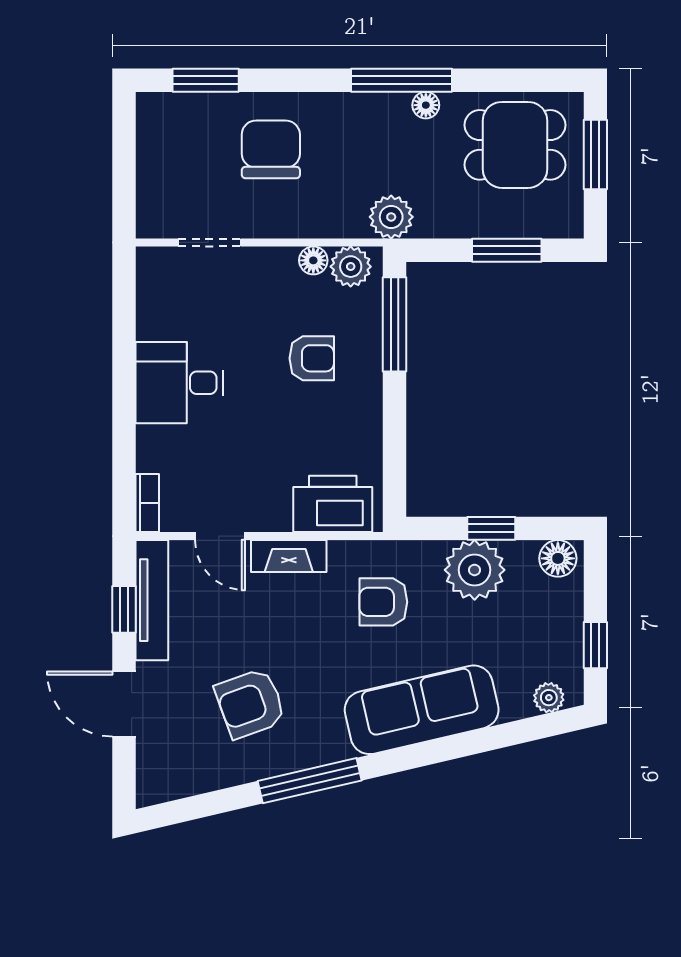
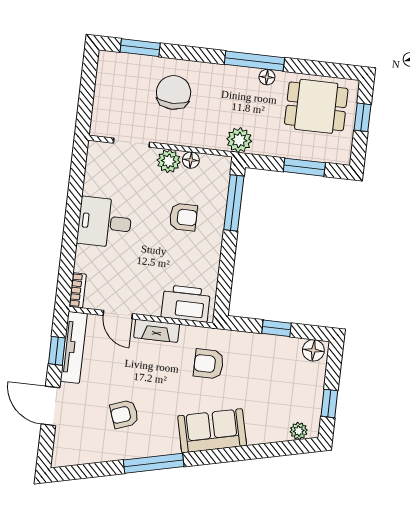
window: (595, 154) -> (362, 117), width x0.67
plant: (351, 267) -> (169, 161), moved
plant: (475, 570) -> (264, 351), removed
armchair: (250, 703) -> (124, 414), width x0.72, depth x0.72
sofa: (422, 710) -> (212, 431), width x0.73

